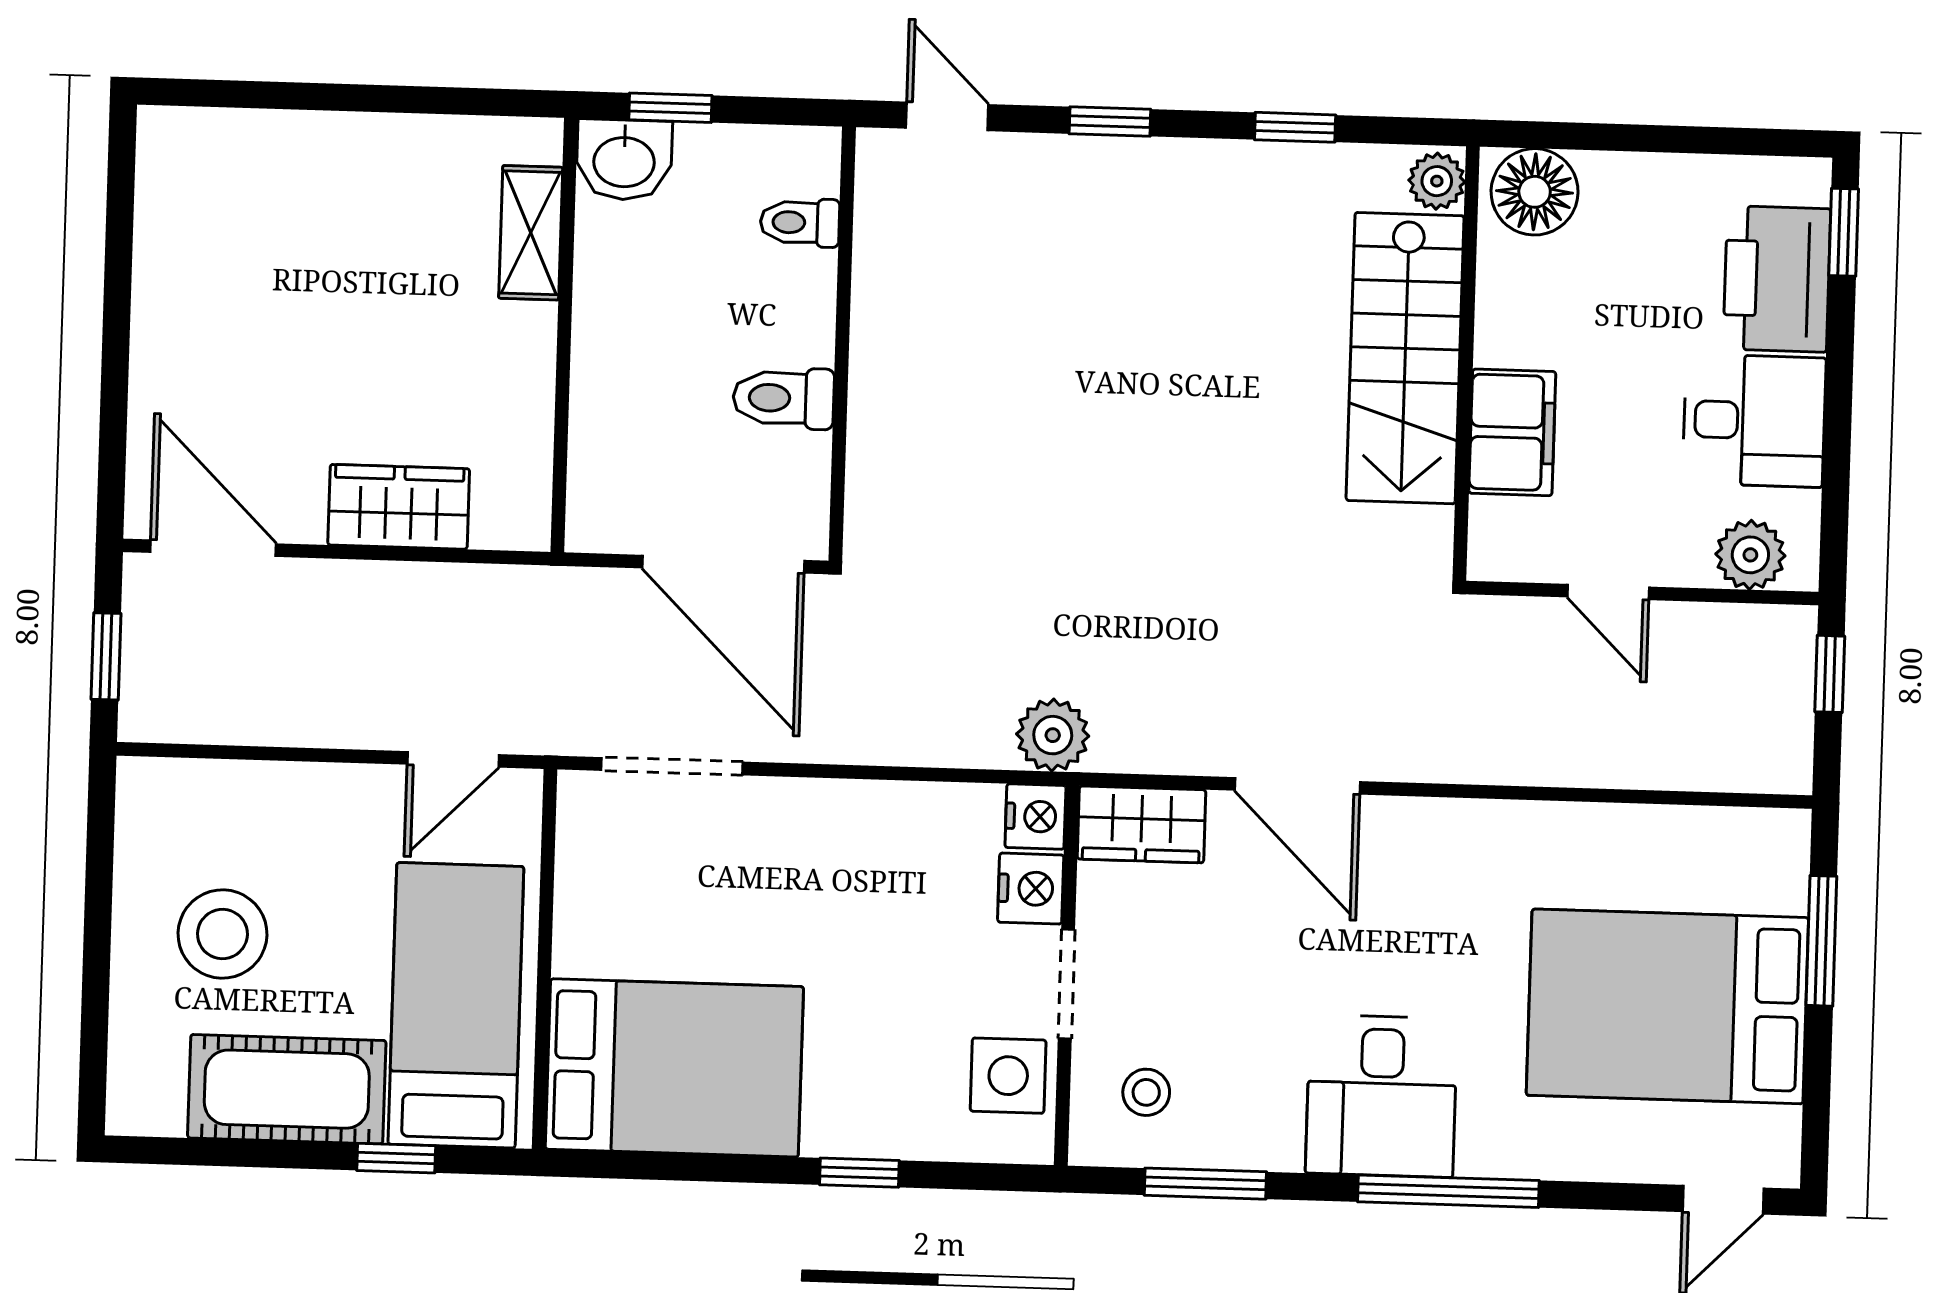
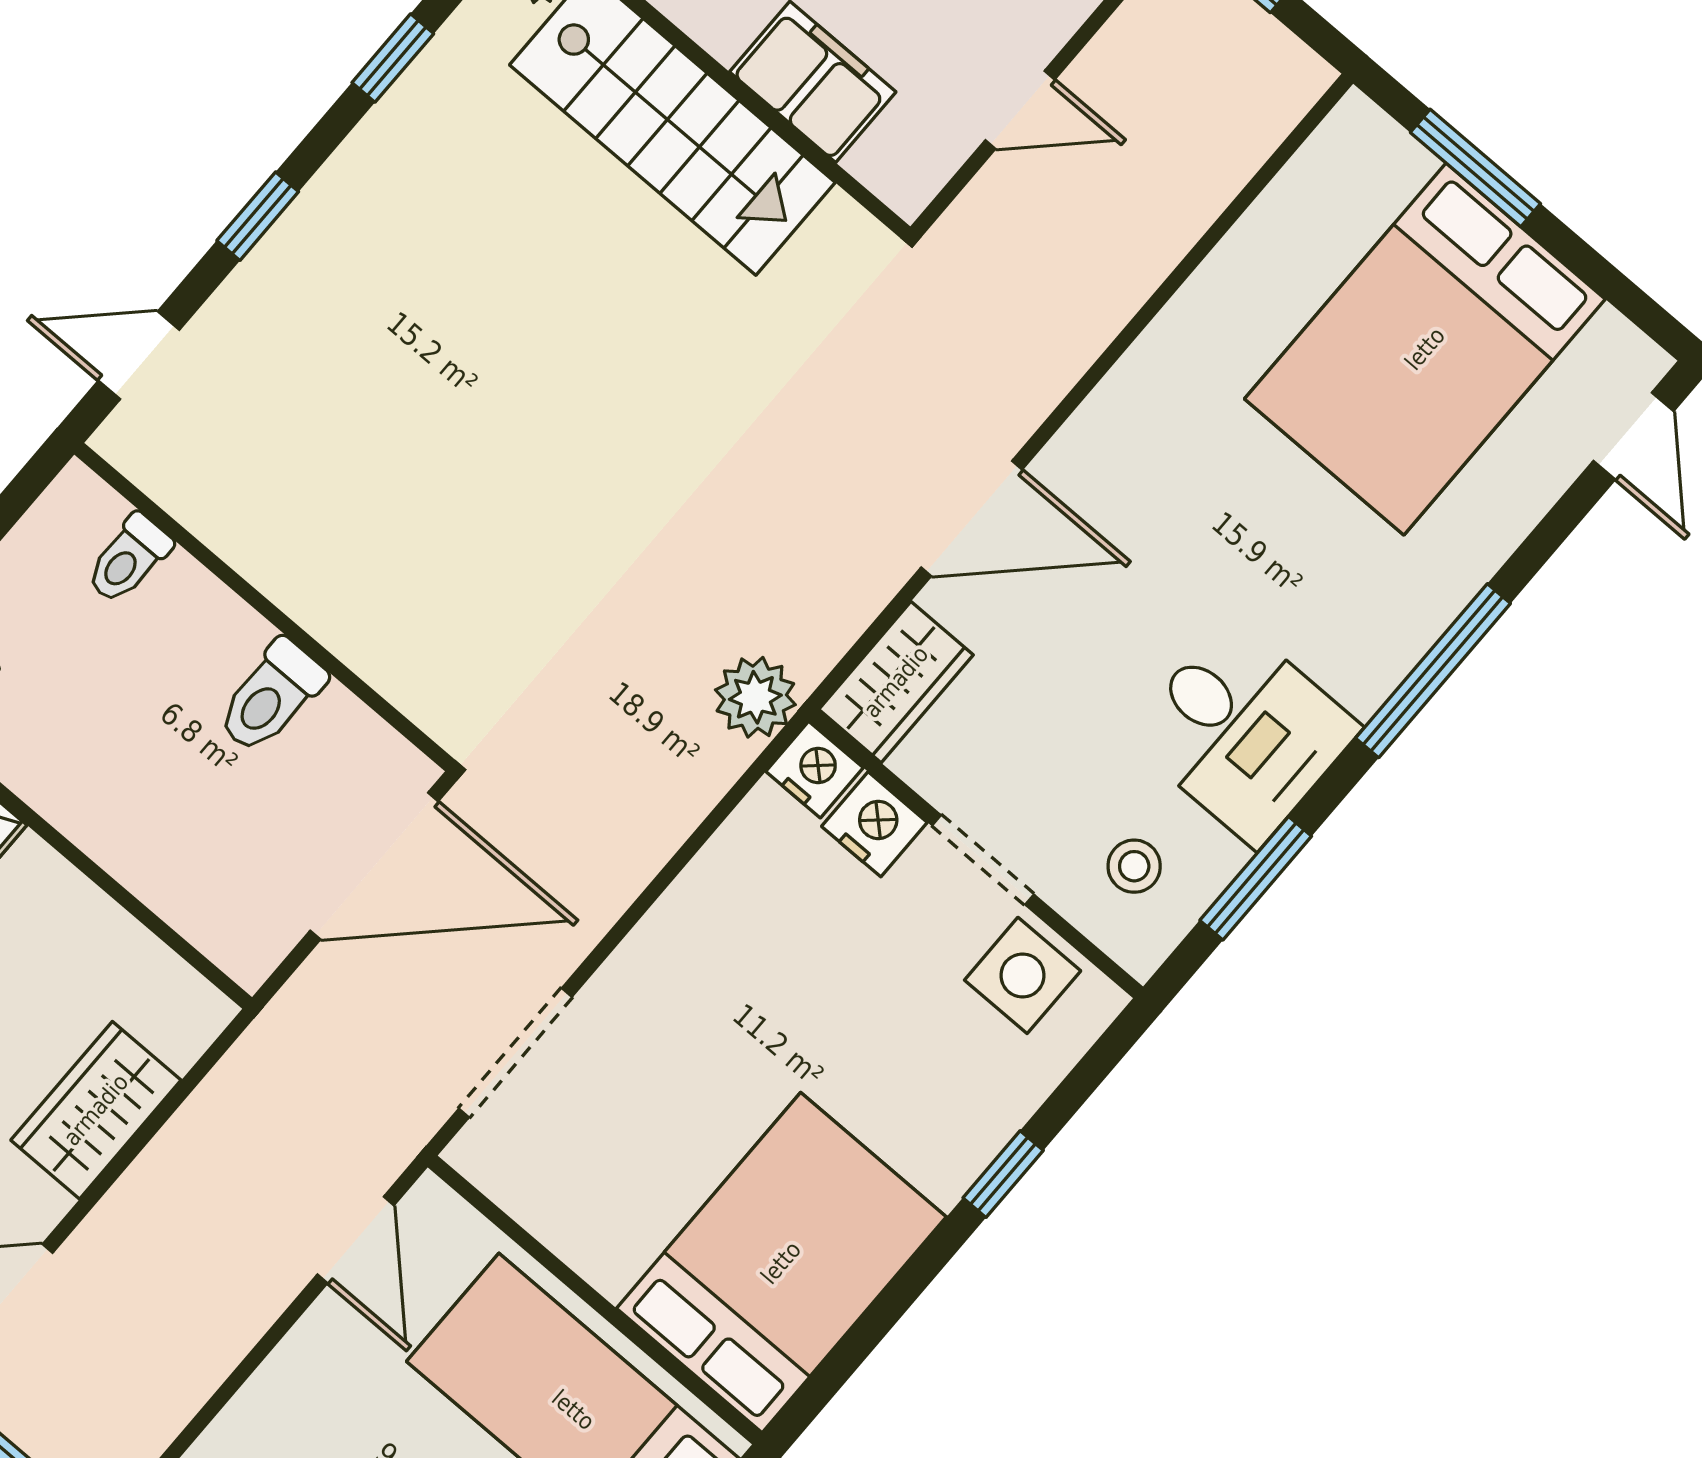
desk: (1381, 1096) -> (1243, 732), moved

